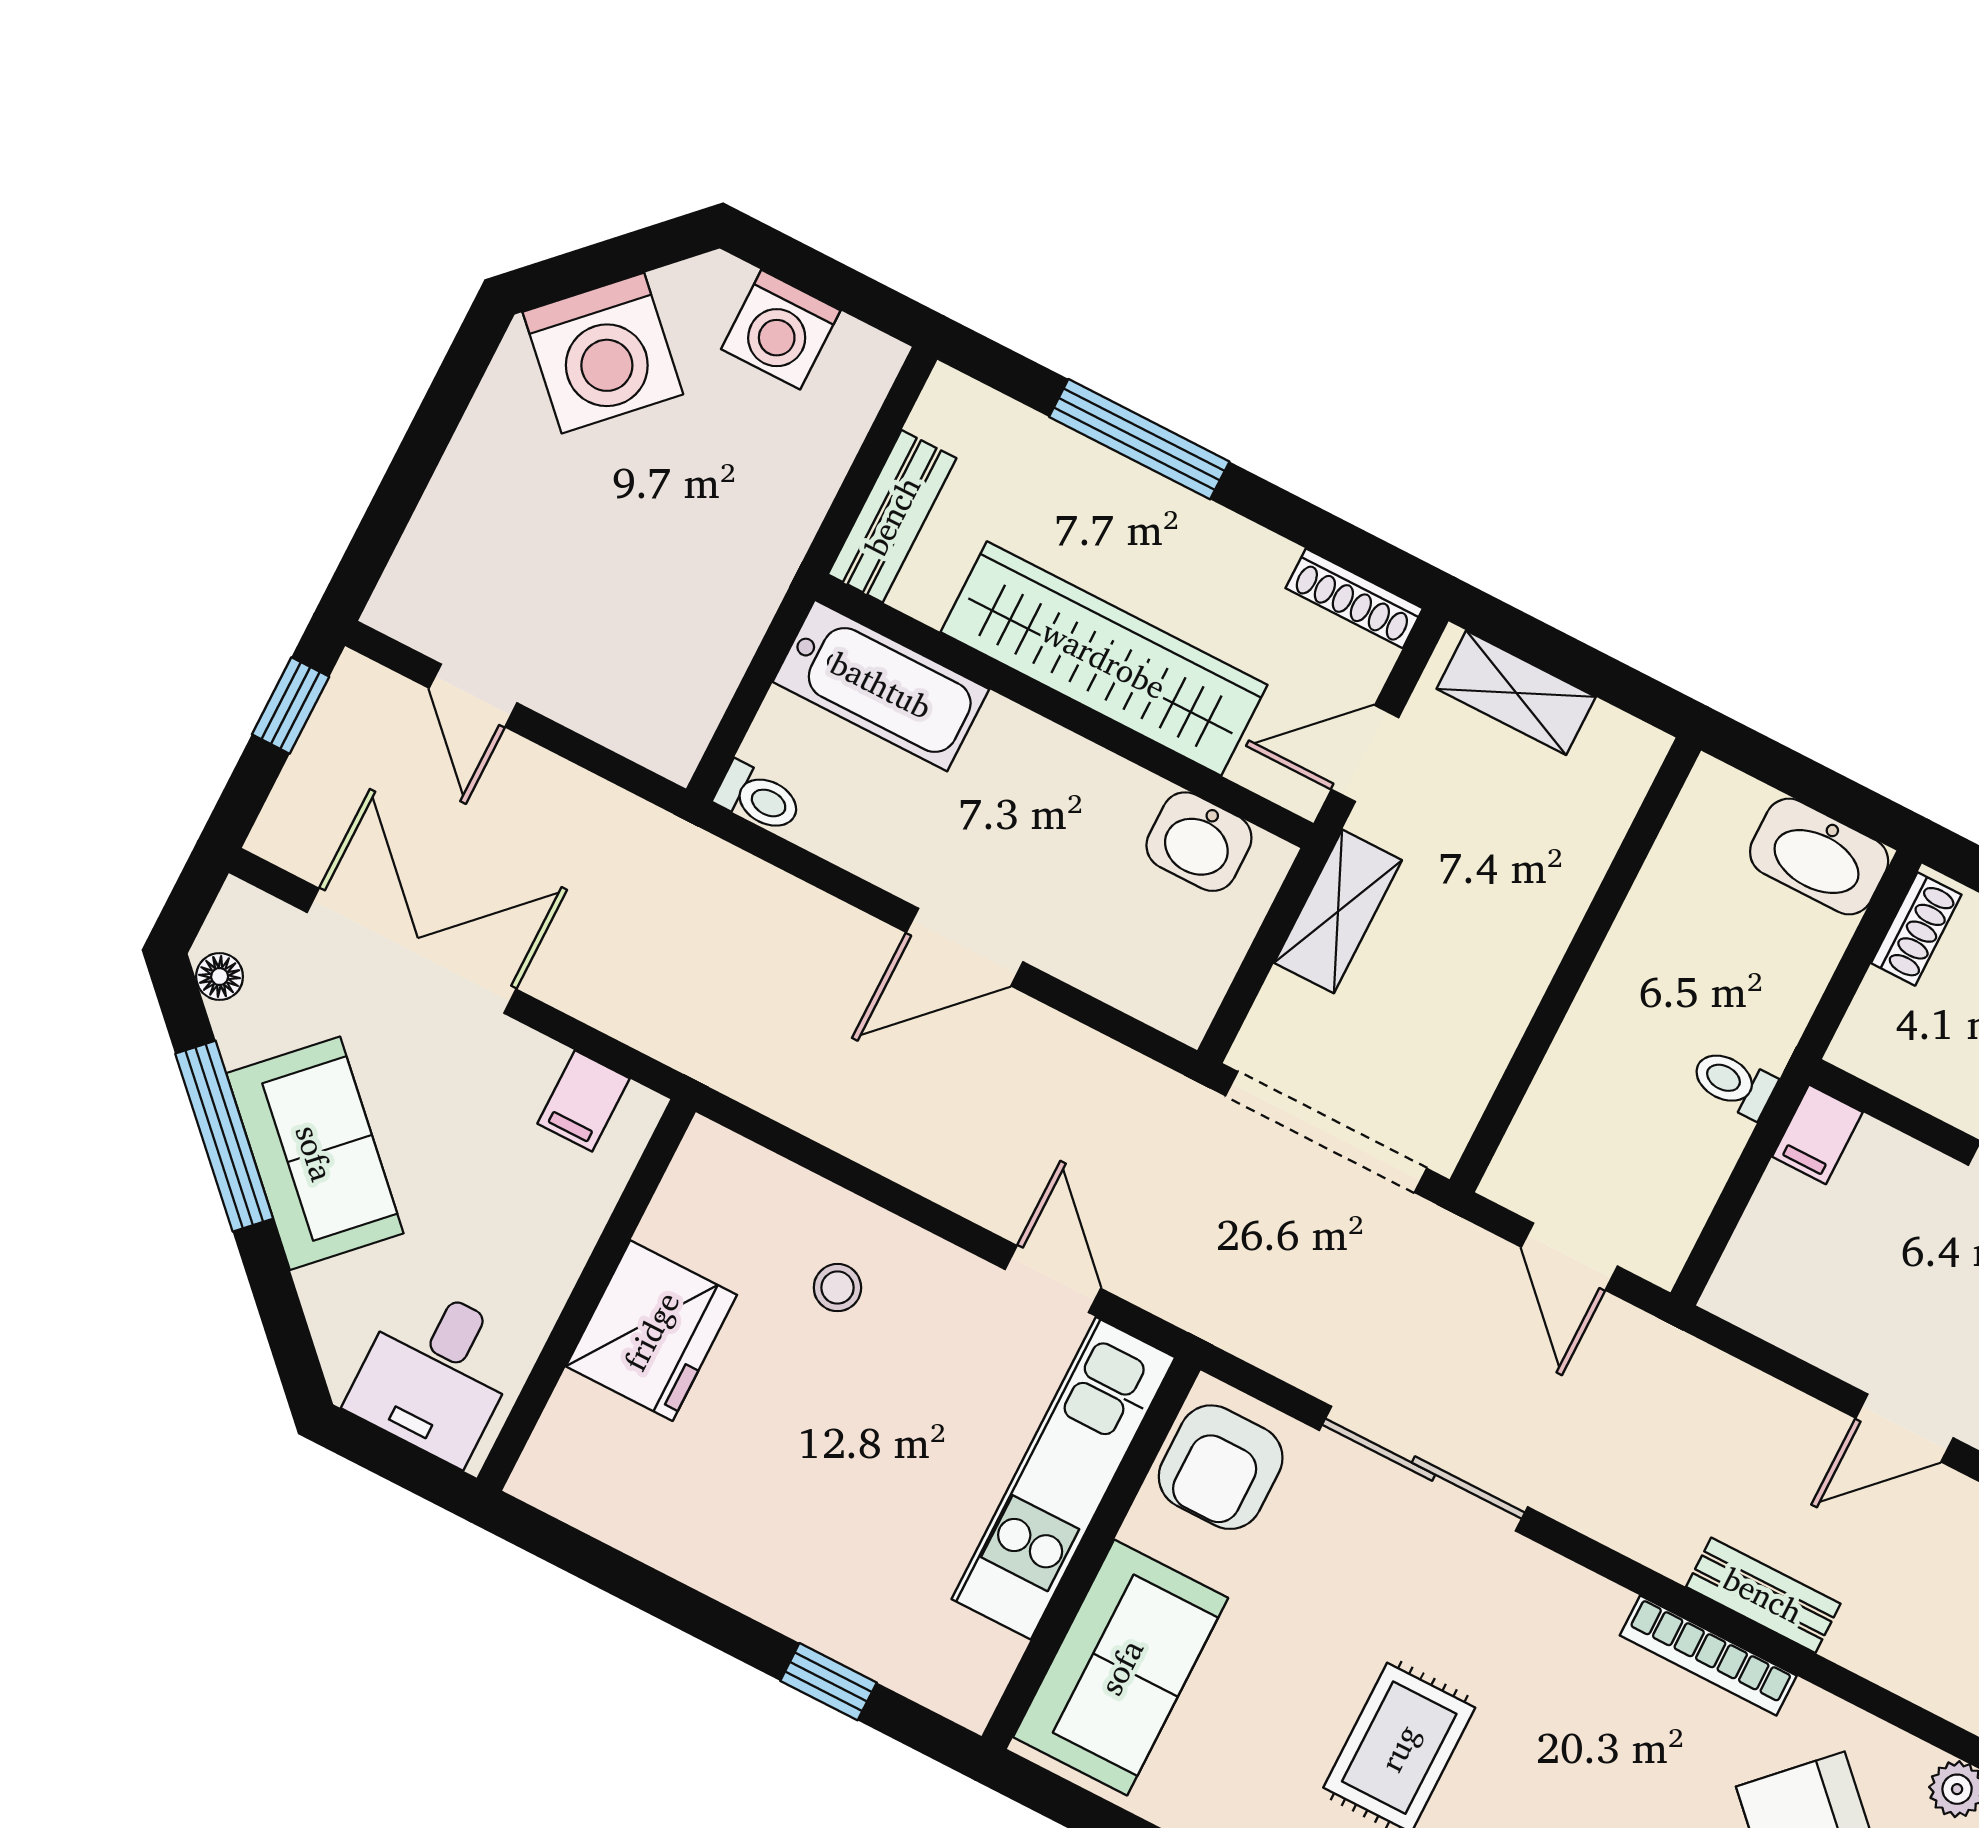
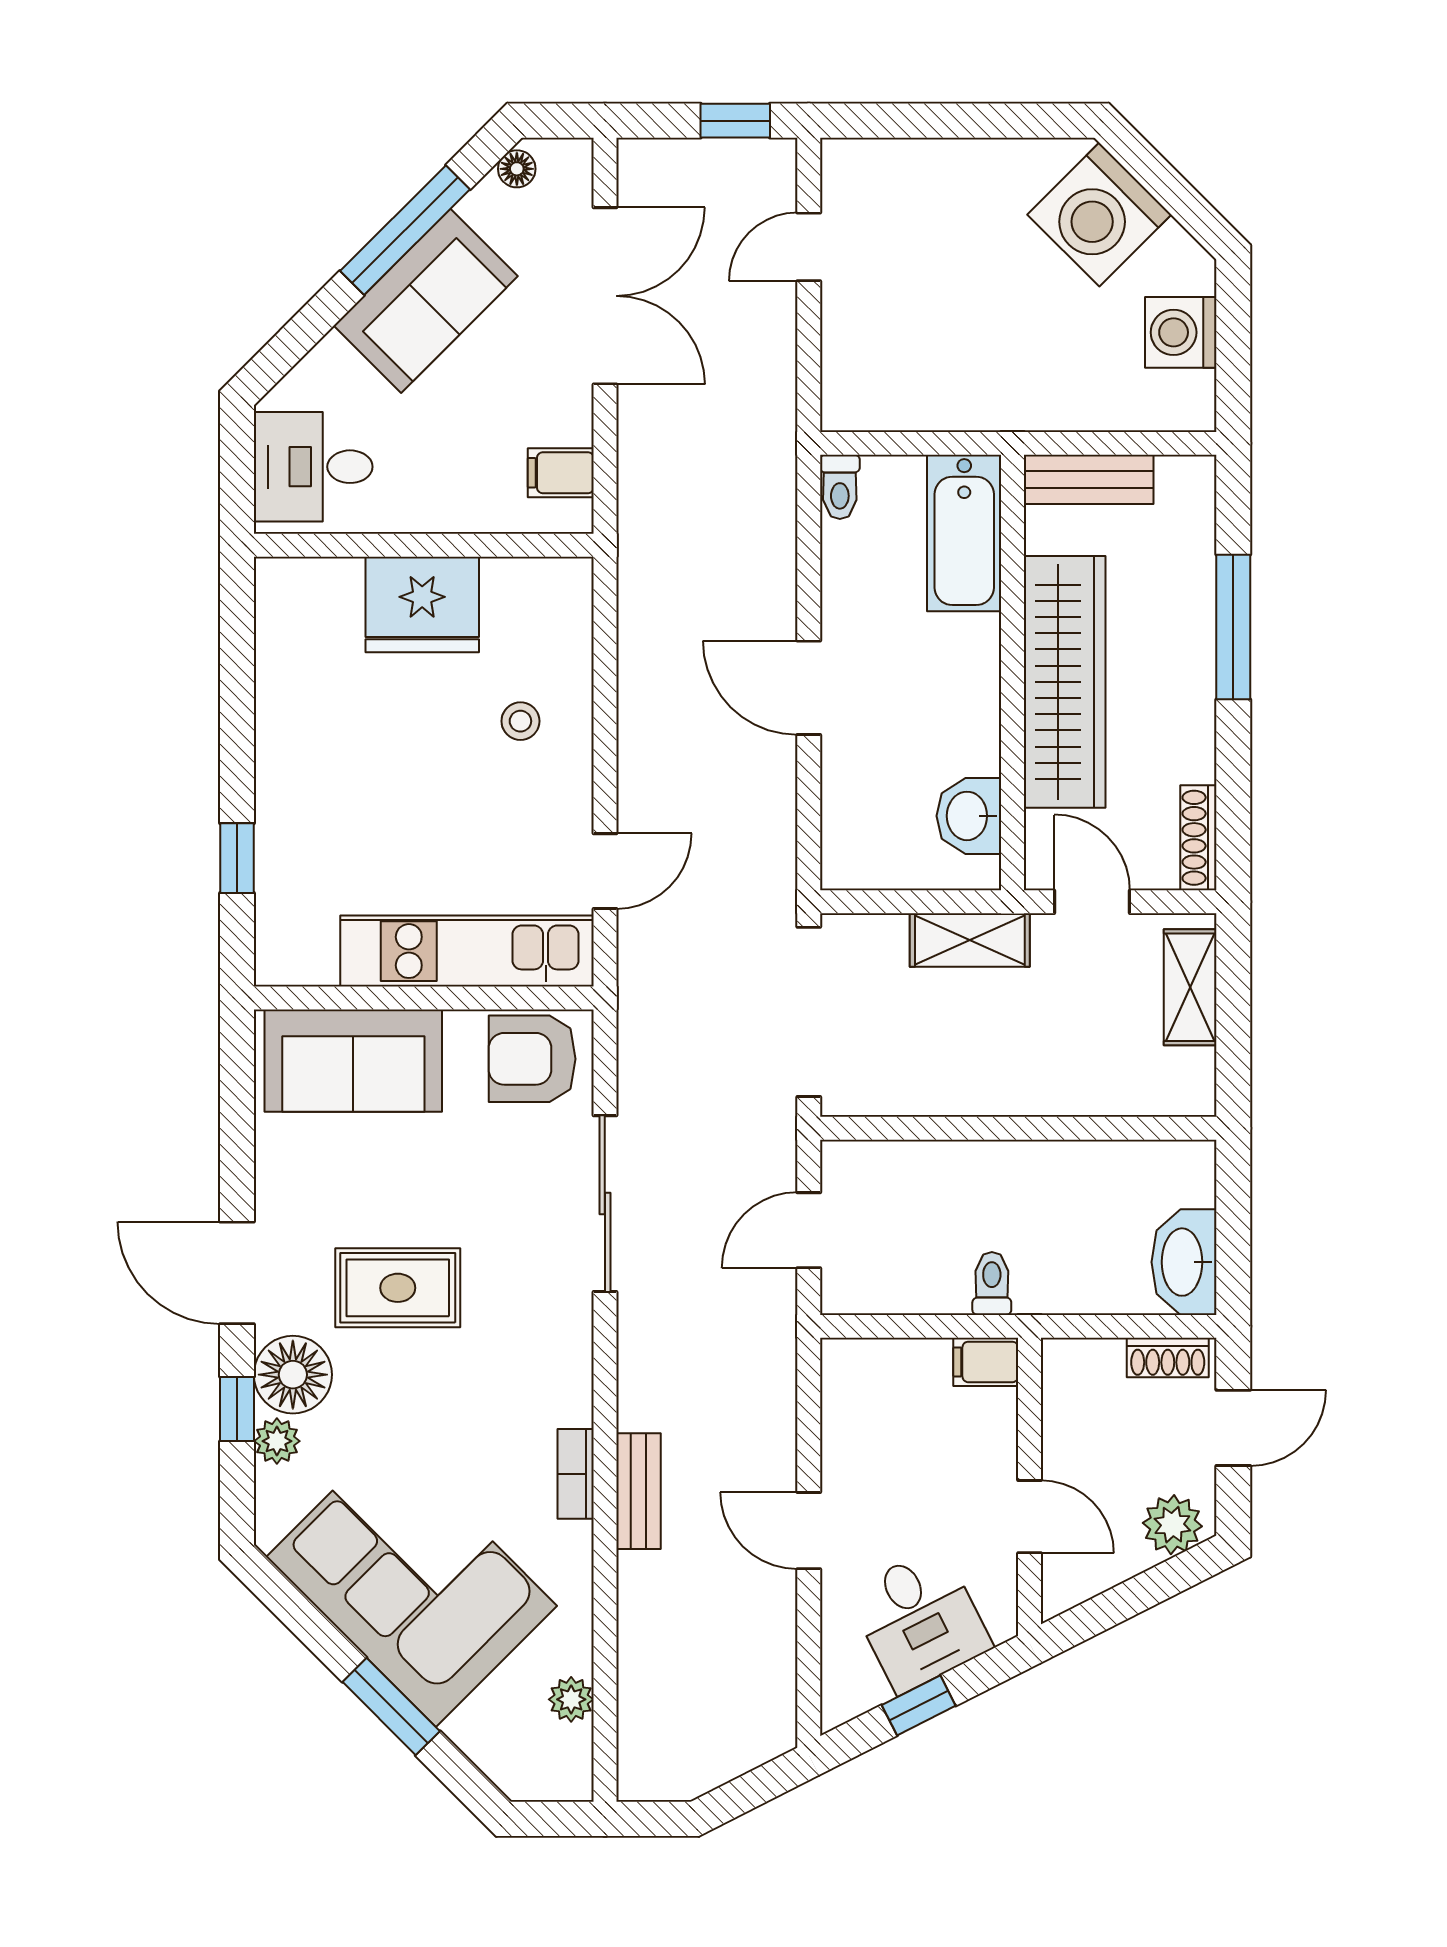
bookcase: (1708, 1656) -> (576, 1474), width x0.64

